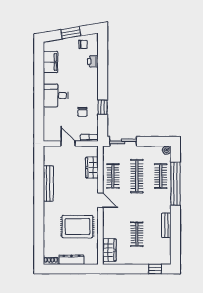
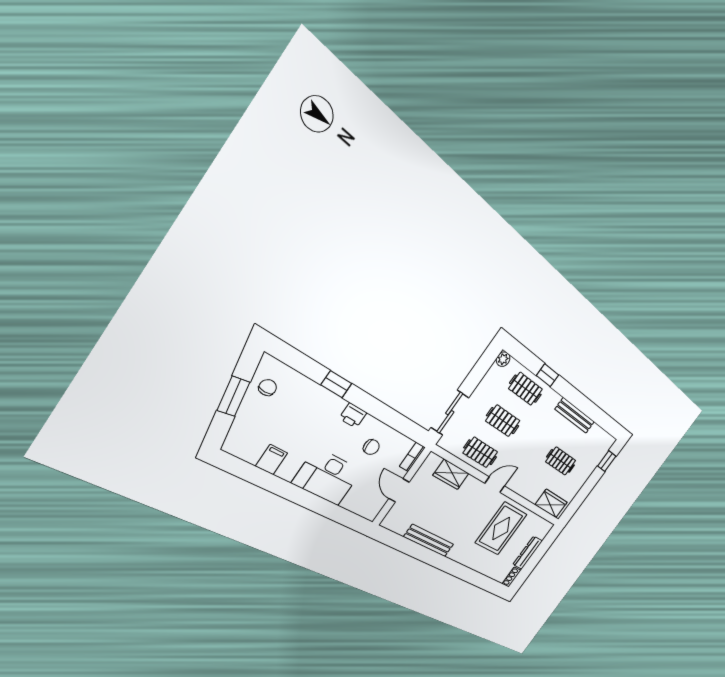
printer: (93, 61) -> (353, 415), moved
filing cabinet: (50, 62) -> (271, 460), width x0.50
desk: (56, 95) -> (327, 477), width x1.37
window: (103, 107) -> (336, 384), moved
door: (68, 144) -> (399, 490), hinge flipped
clothes rail: (137, 176) -> (503, 421), width x0.73
window: (175, 184) -> (548, 375), width x0.32
bench: (166, 225) -> (575, 416), width x1.36

